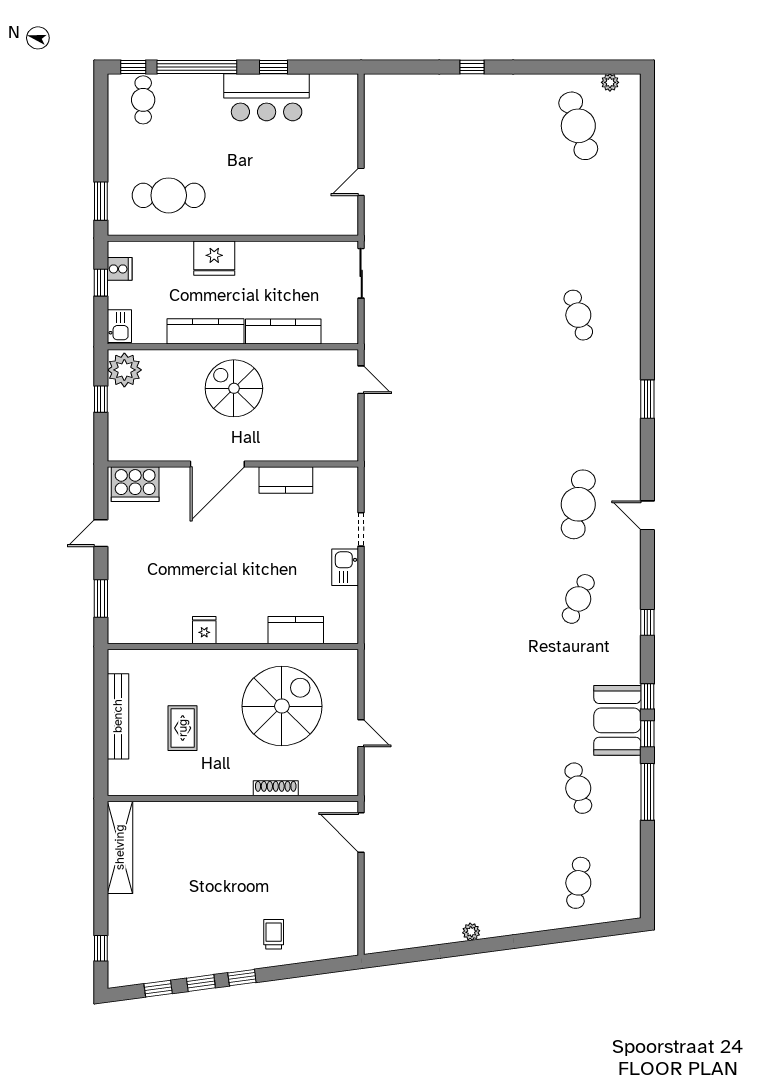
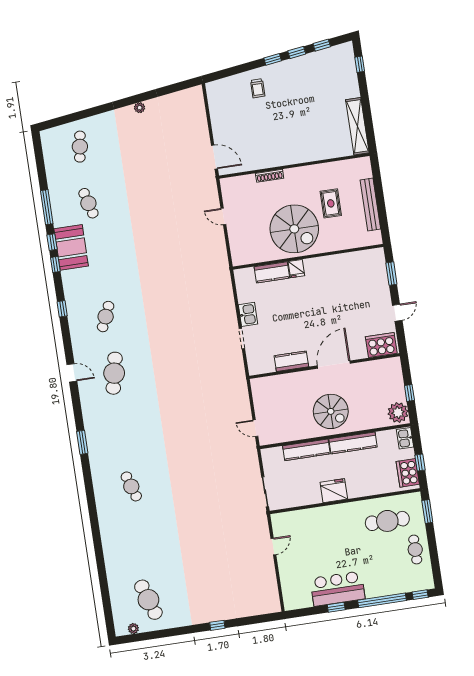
cafe table: (143, 100) -> (415, 550), moved
fridge: (214, 258) -> (334, 491), moved
cooker: (120, 269) -> (408, 473), width x1.87, depth x1.31
fridge: (204, 630) -> (296, 269), moved
spiral stairs: (282, 706) -> (294, 229), moved, turned -90

